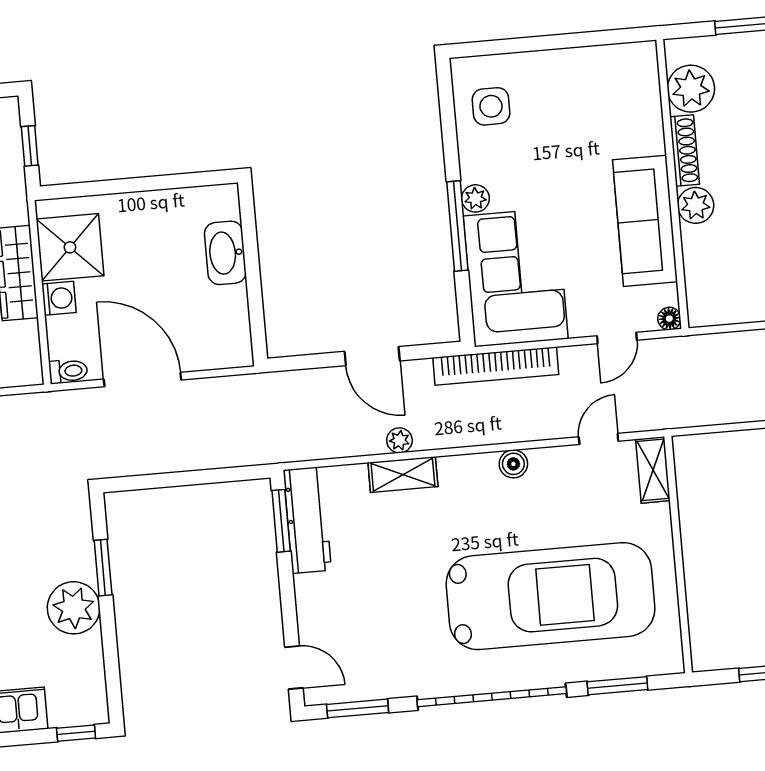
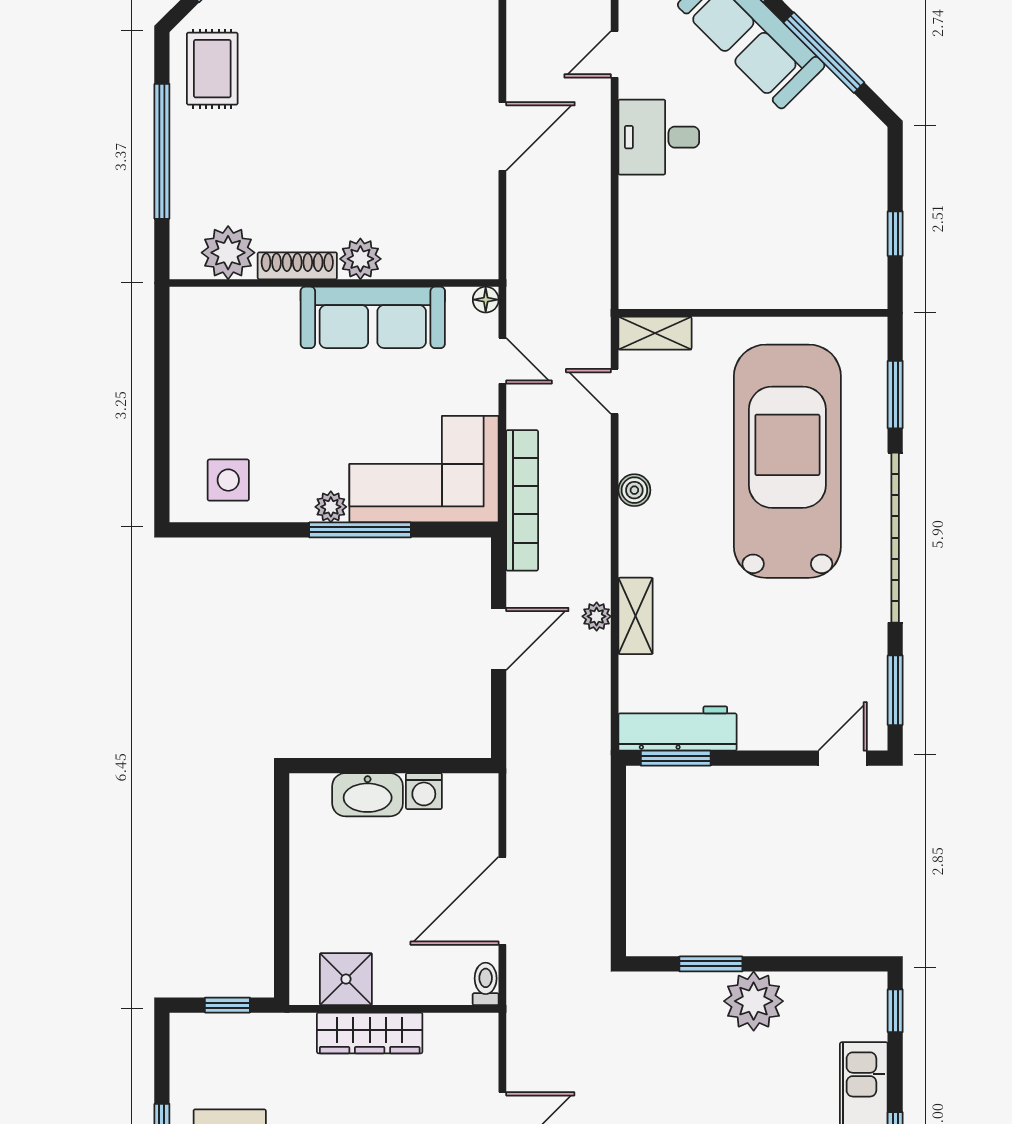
shower: (70, 247) -> (346, 979), width x0.73, depth x0.73
washing machine: (59, 298) -> (424, 791), moved, turned 180

